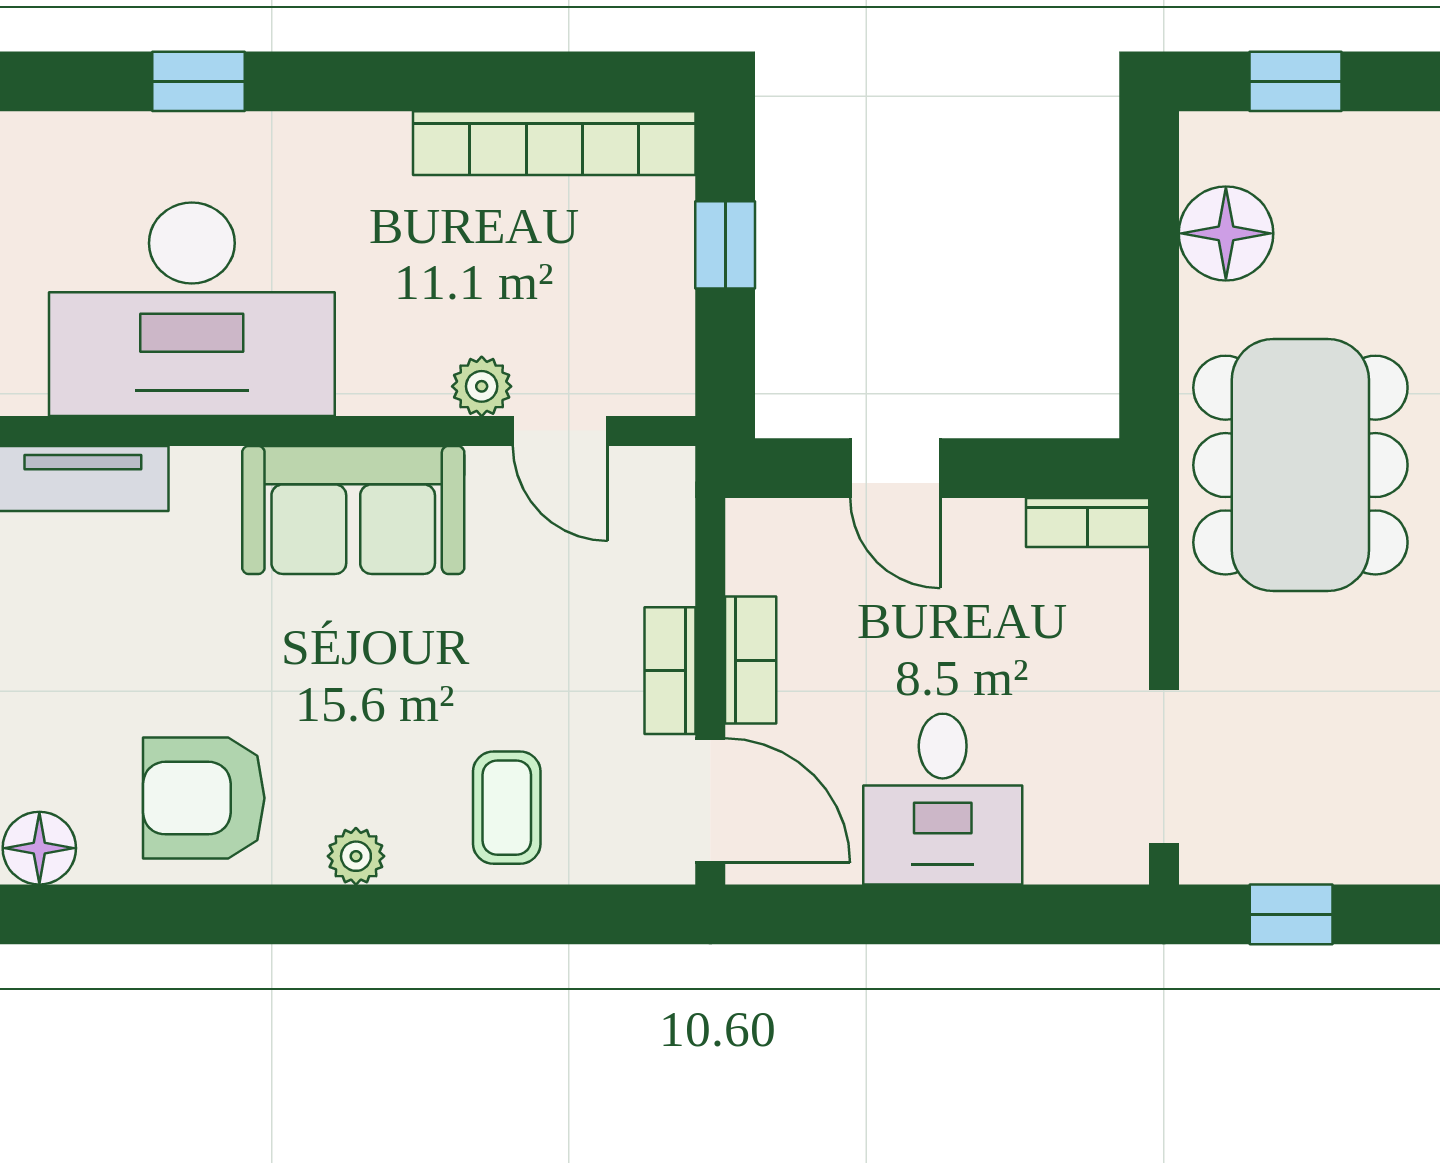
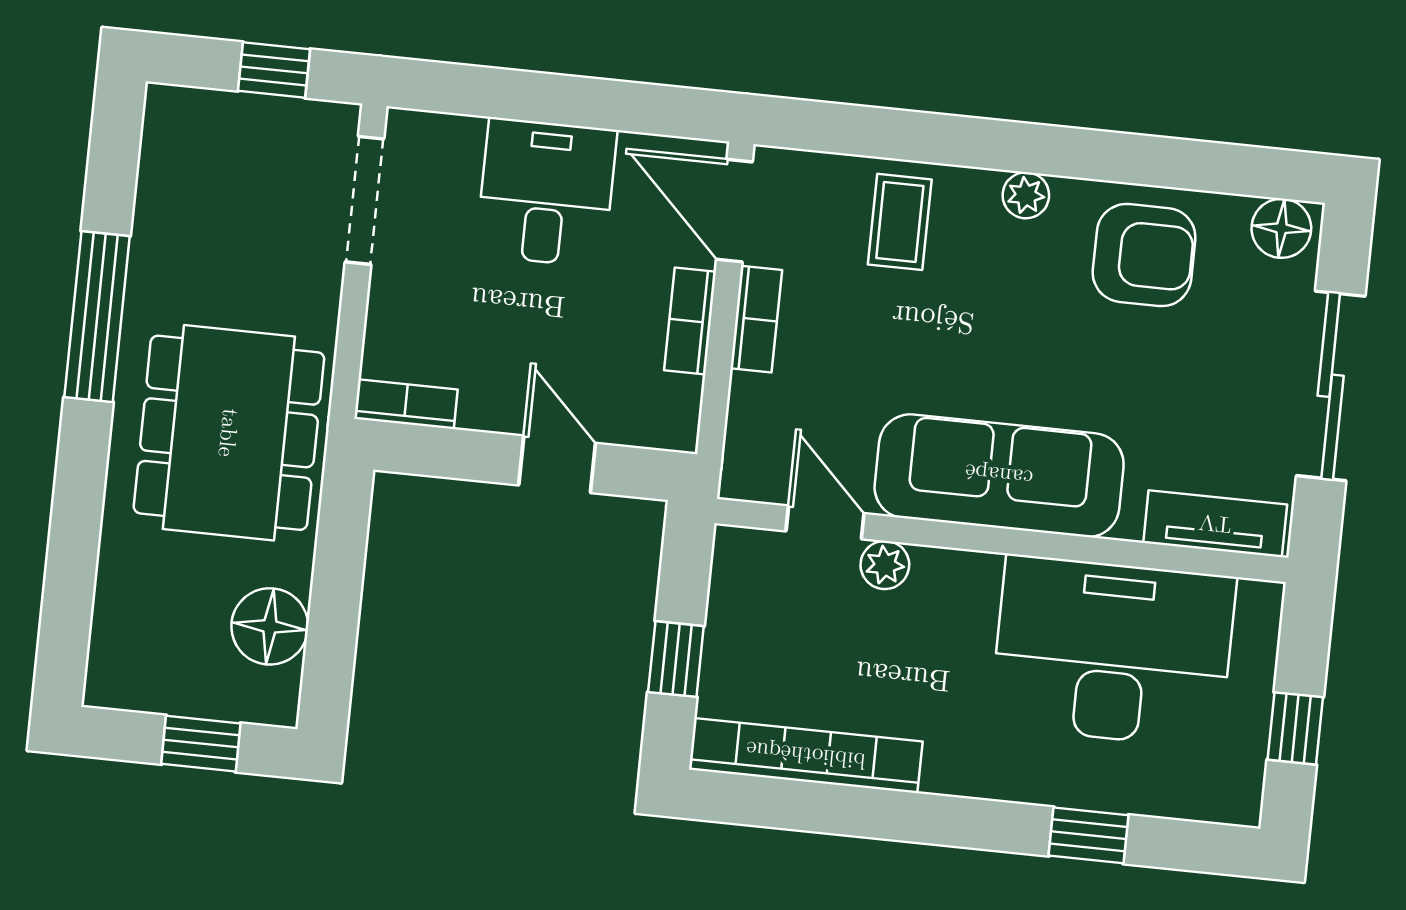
sofa: (353, 510) -> (999, 476), width x1.36

